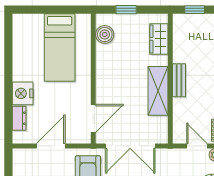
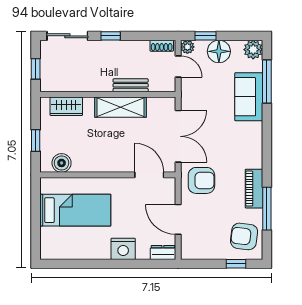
bench: (179, 80) -> (131, 85), moved
dresser: (19, 118) -> (163, 252), moved
door: (197, 146) -> (178, 67), swing flipped

